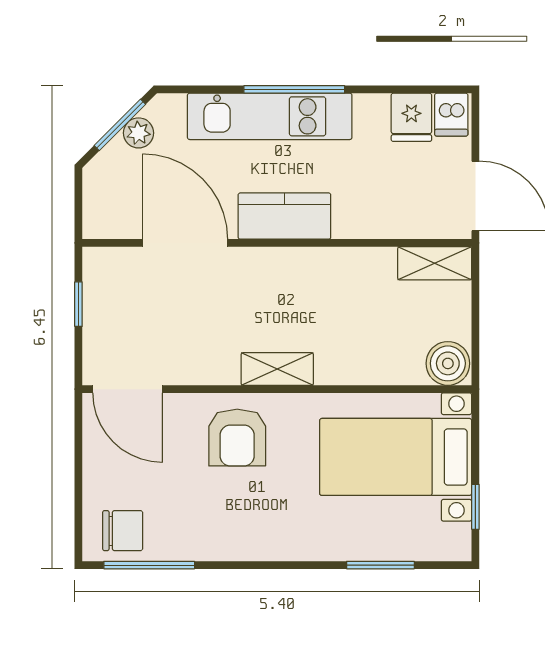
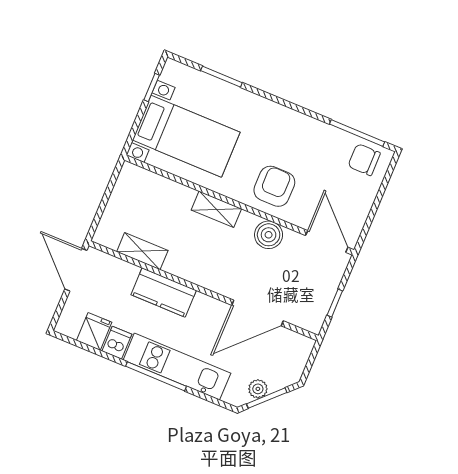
dishwasher: (451, 115) -> (117, 343), moved
kitchen counter: (284, 216) -> (164, 292), moved
door: (185, 243) -> (257, 313), hinge flipped
shelving: (435, 263) -> (142, 251), moved
boiler: (448, 363) -> (269, 235), moved
shelving: (277, 369) -> (216, 209), moved

